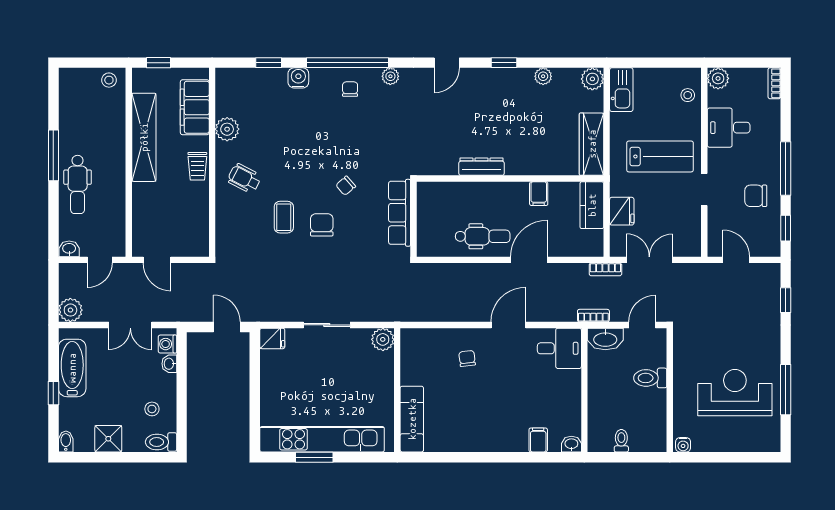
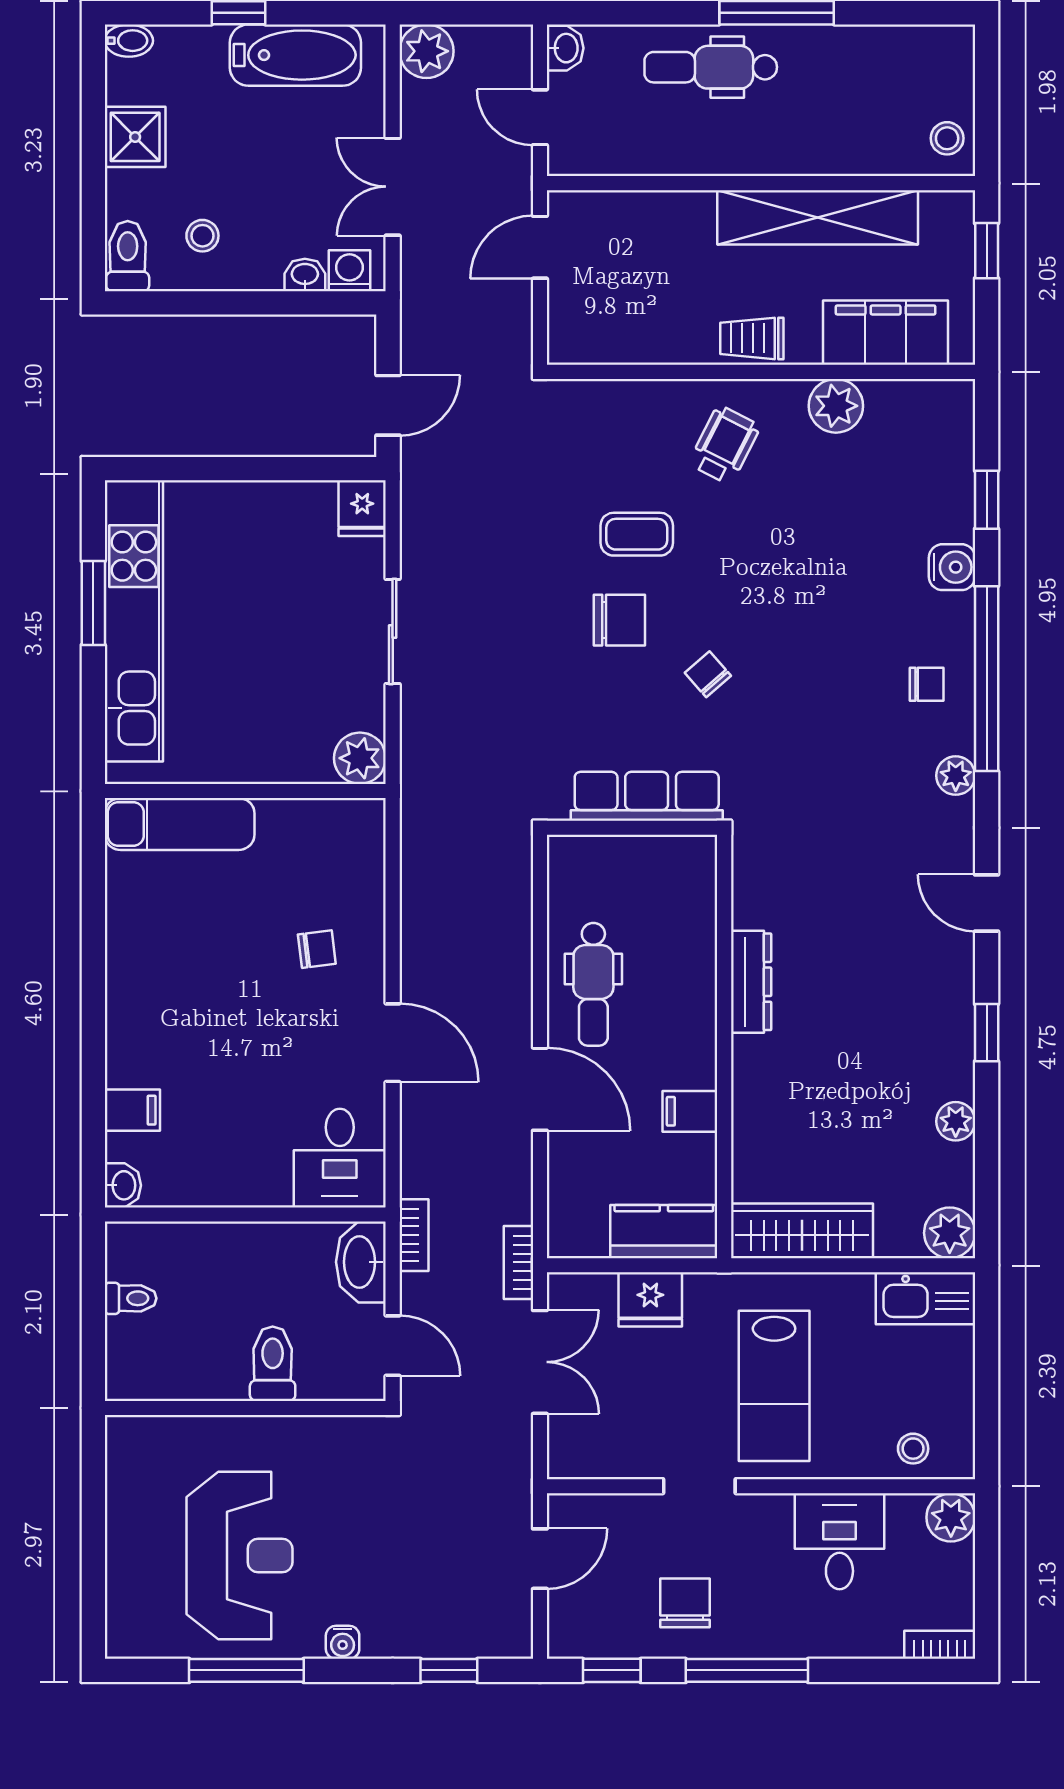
water cooler: (683, 445) -> (343, 1642), moved, turned -90

